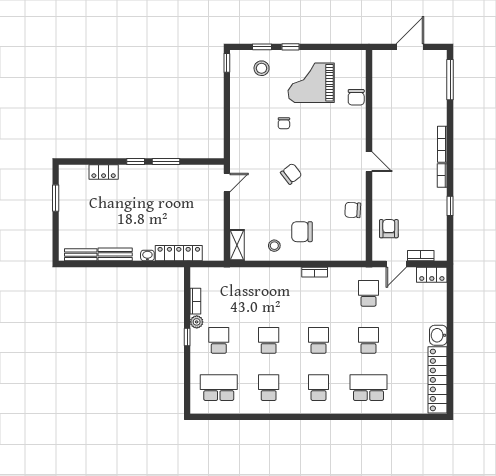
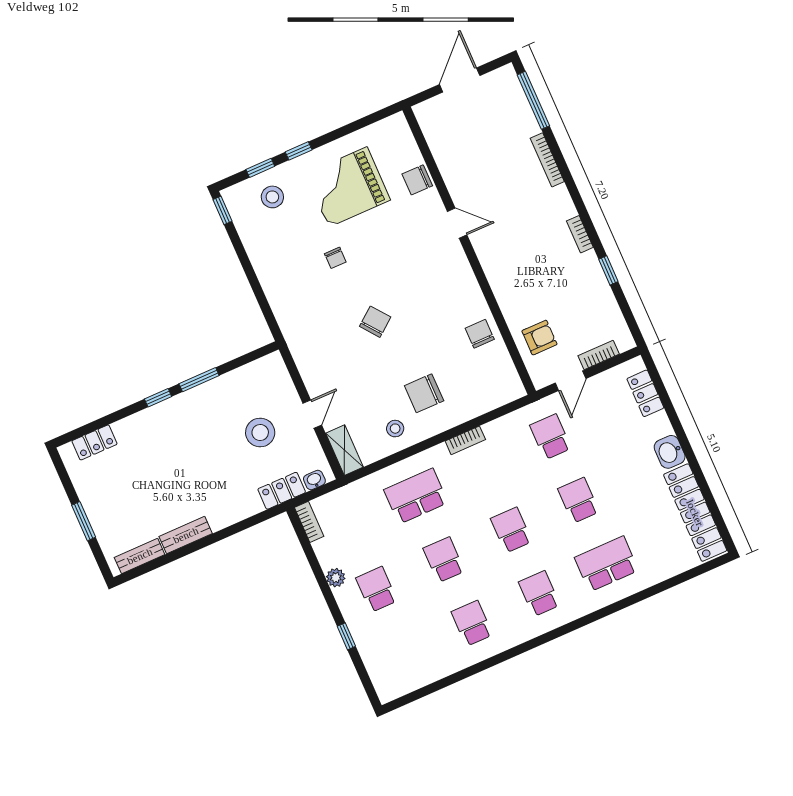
chair: (356, 97) -> (417, 180), turned 90
bookcase: (442, 144) -> (547, 160), moved
door: (369, 162) -> (457, 223), moved
locker: (104, 172) -> (95, 442), moved
door: (227, 183) -> (312, 414), moved
window: (56, 198) -> (84, 521), moved
chair: (353, 210) -> (480, 334), turned 87
stool: (189, 211) -> (260, 432), added
armchair: (389, 229) -> (539, 338), turned 90
locker: (179, 253) -> (282, 491), width x0.66
washbasin: (147, 255) -> (314, 480), moved
locker: (432, 275) -> (645, 393), moved, turned 90
bookcase: (195, 301) -> (309, 522), moved
window: (187, 337) -> (346, 636), moved
school desk: (219, 388) -> (416, 496), moved

